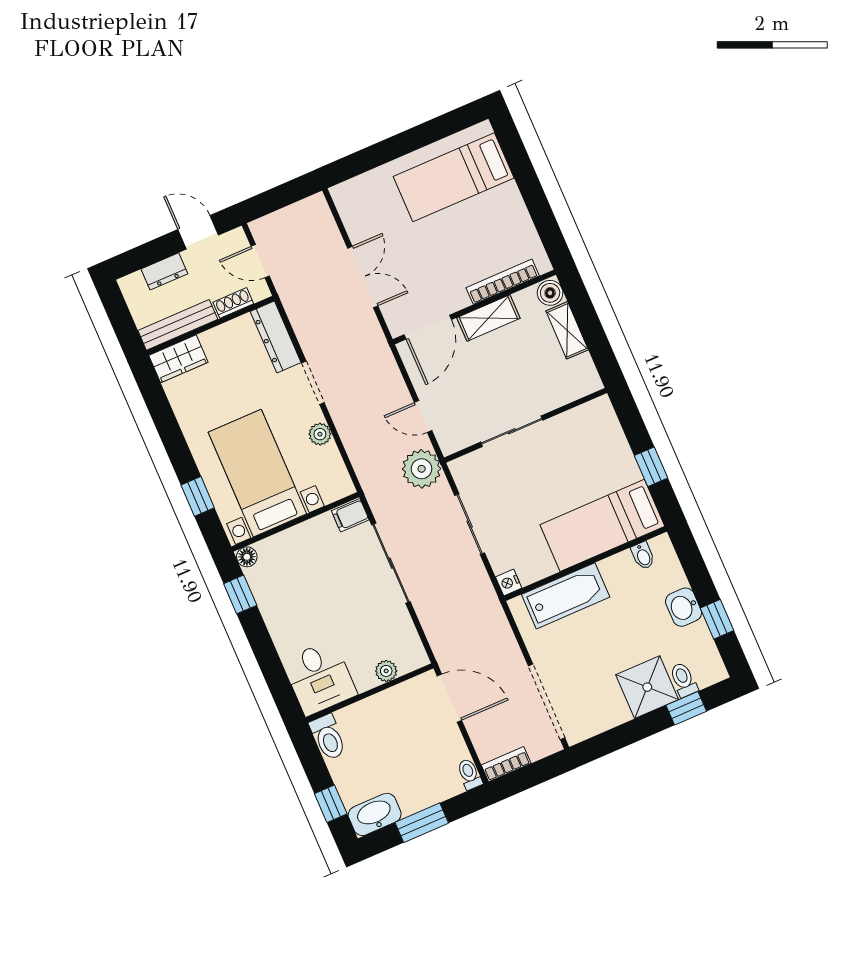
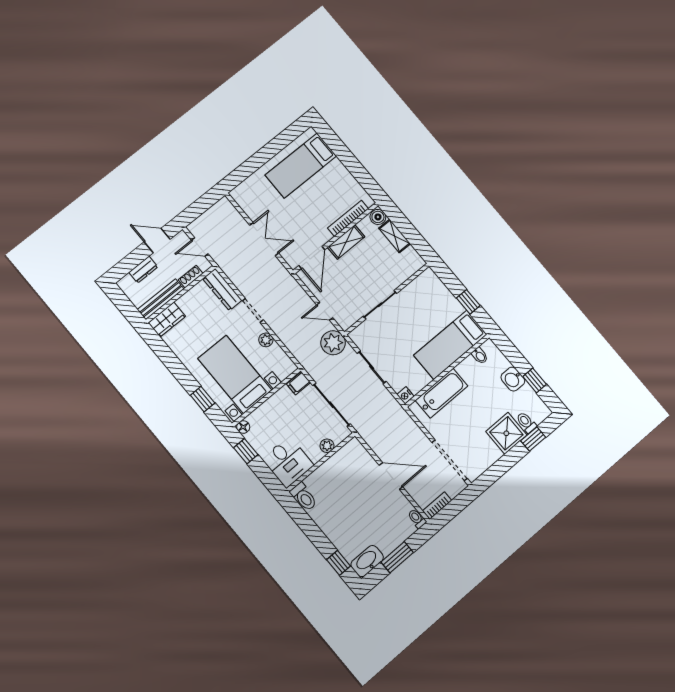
plant: (386, 671) -> (327, 446), moved
desk: (320, 678) -> (288, 462), moved
wall: (369, 693) -> (321, 462), moved
toilet: (328, 737) -> (304, 497), moved

